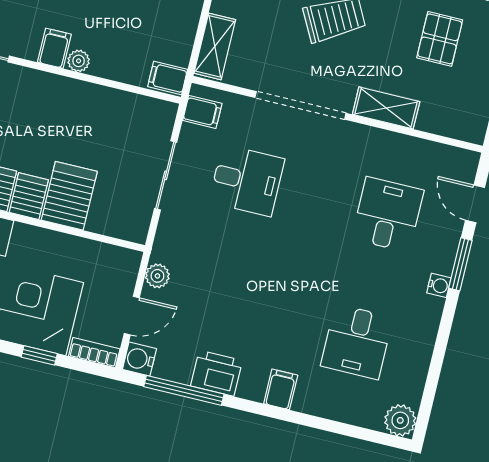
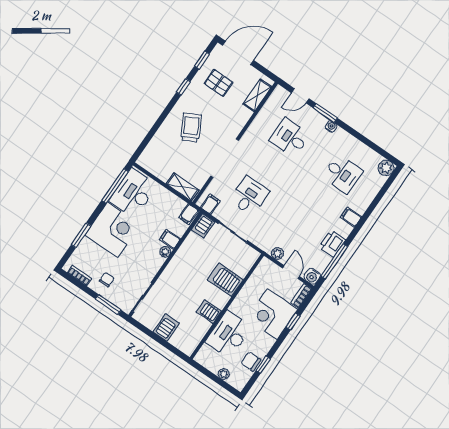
filing cabinet: (54, 48) -> (170, 239), moved
shelving: (386, 108) -> (257, 95), moved
server rack: (29, 196) -> (203, 226), moved, turned -90

